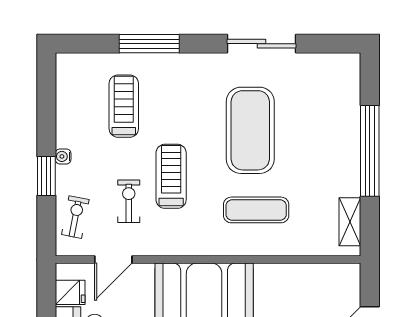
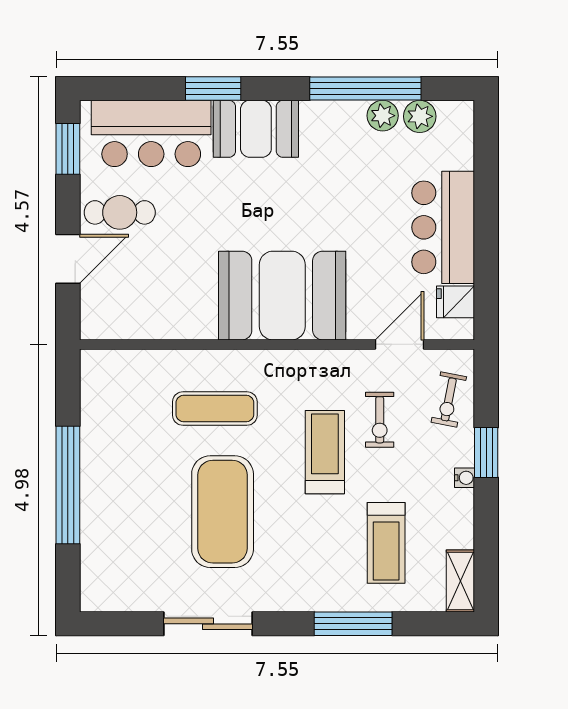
treadmill: (171, 176) -> (325, 452), turned 180
shelving: (350, 222) -> (460, 581), moved

